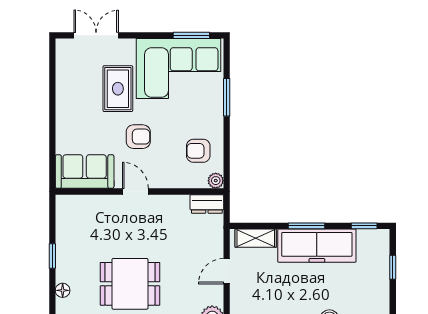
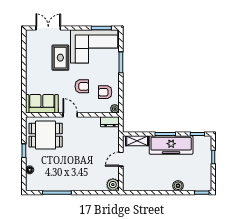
armchair: (138, 137) -> (82, 86), moved
dining table: (130, 284) -> (46, 135), moved

